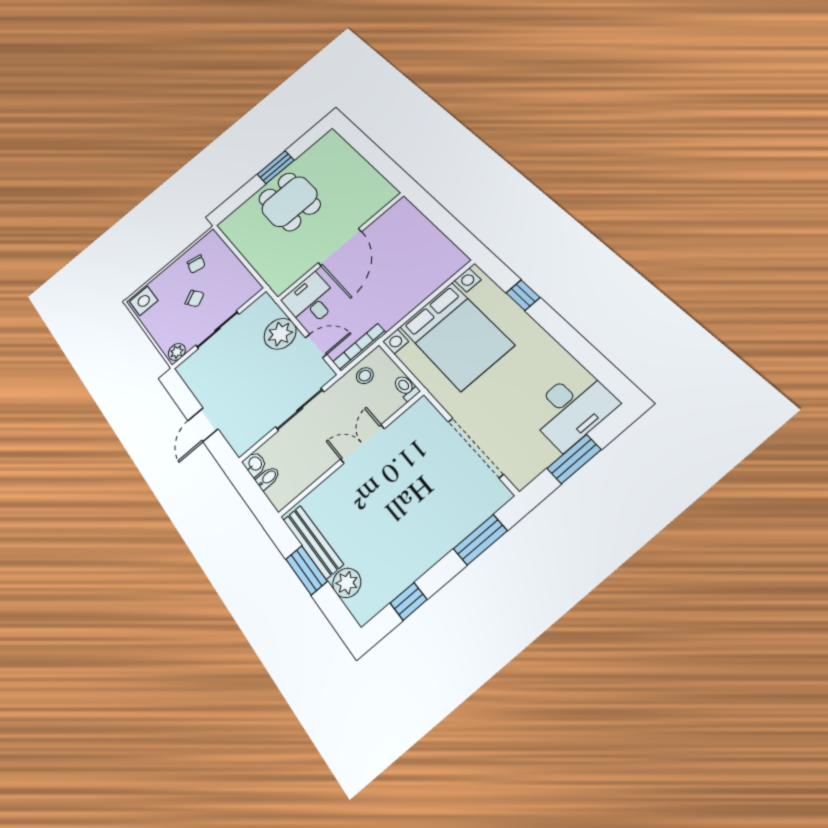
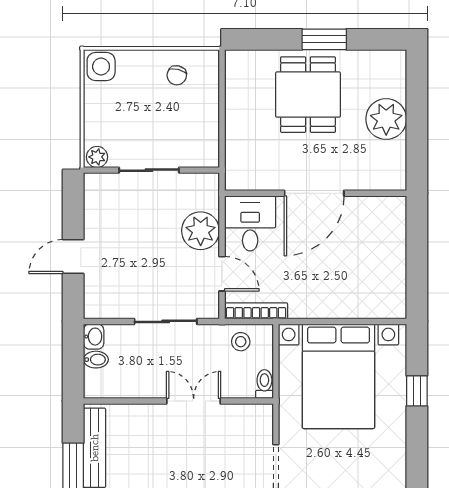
plant: (352, 170) -> (386, 119), added
chair: (195, 298) -> (150, 114), removed

